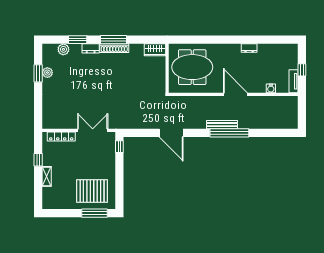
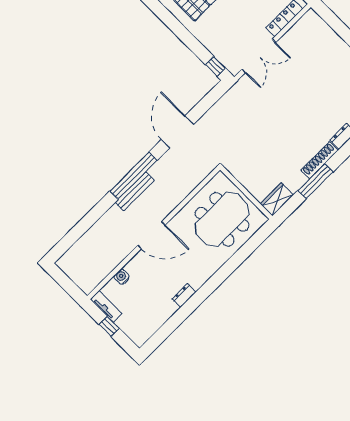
window: (114, 40) -> (315, 181), moved
door: (171, 133) -> (177, 132), hinge flipped
window: (229, 133) -> (134, 176), moved

